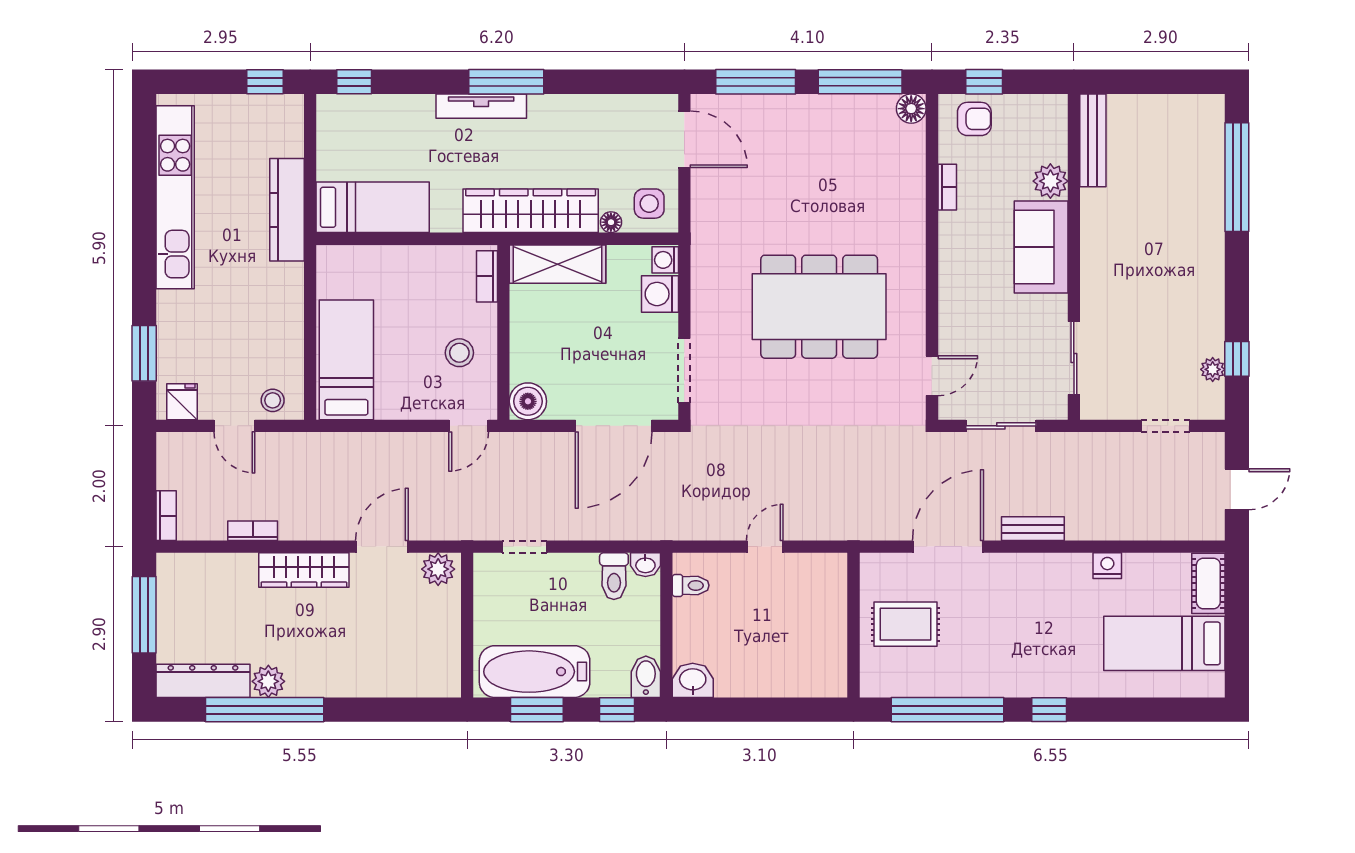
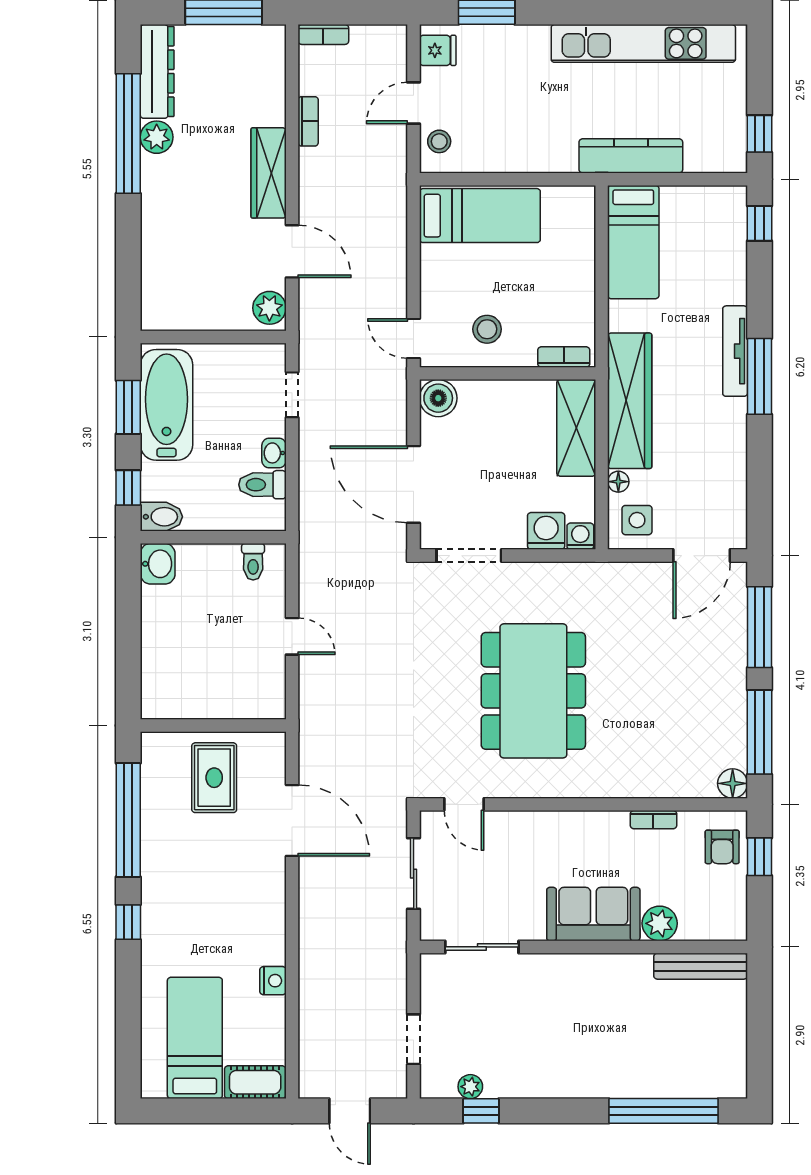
bench: (1033, 529) -> (310, 906), removed
washbasin: (645, 565) -> (274, 453), moved

